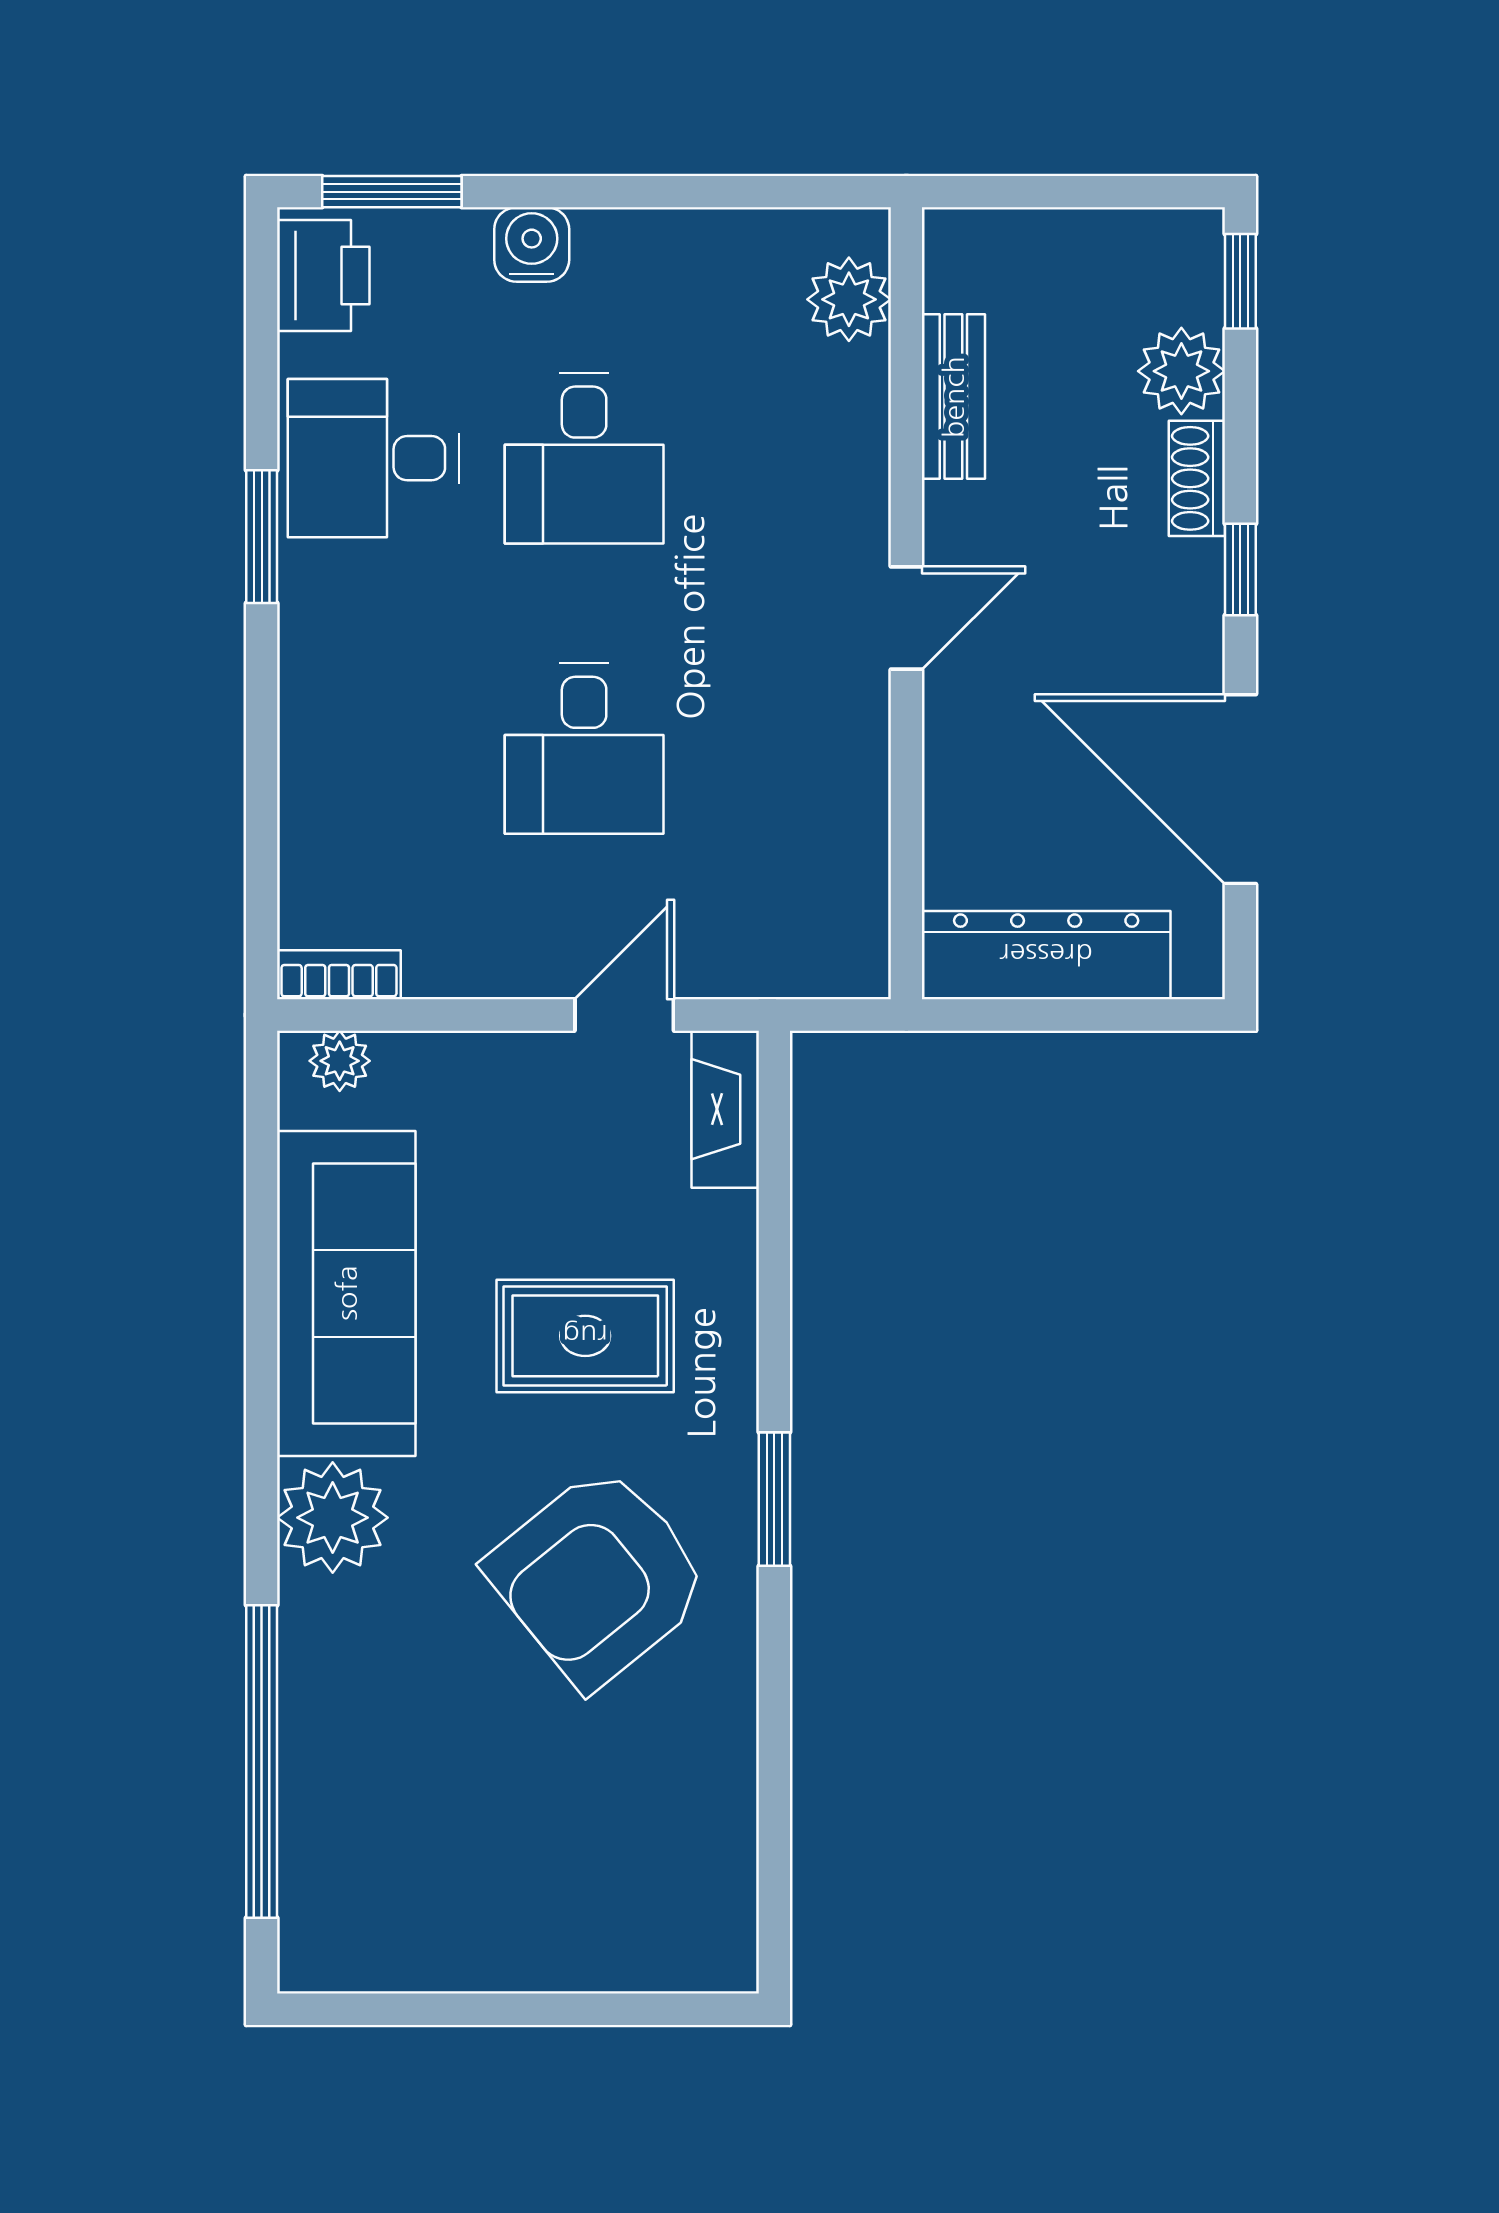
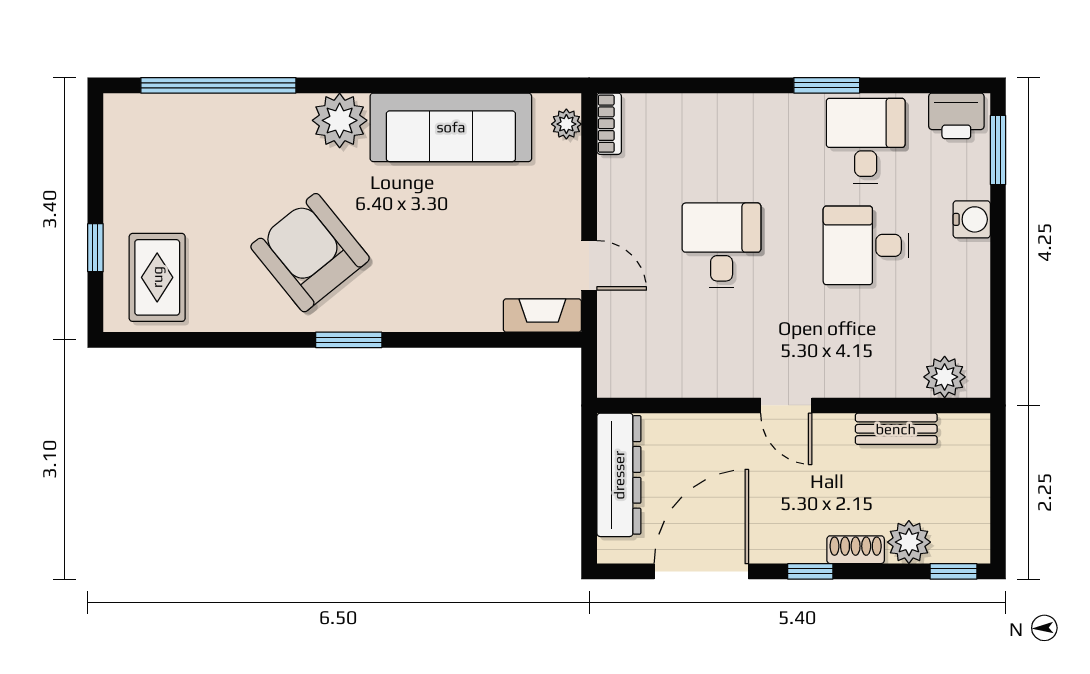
desk: (584, 748) -> (722, 245), turned 90
rug: (585, 1336) -> (157, 277), moved
window: (589, 2009) -> (95, 248), added

